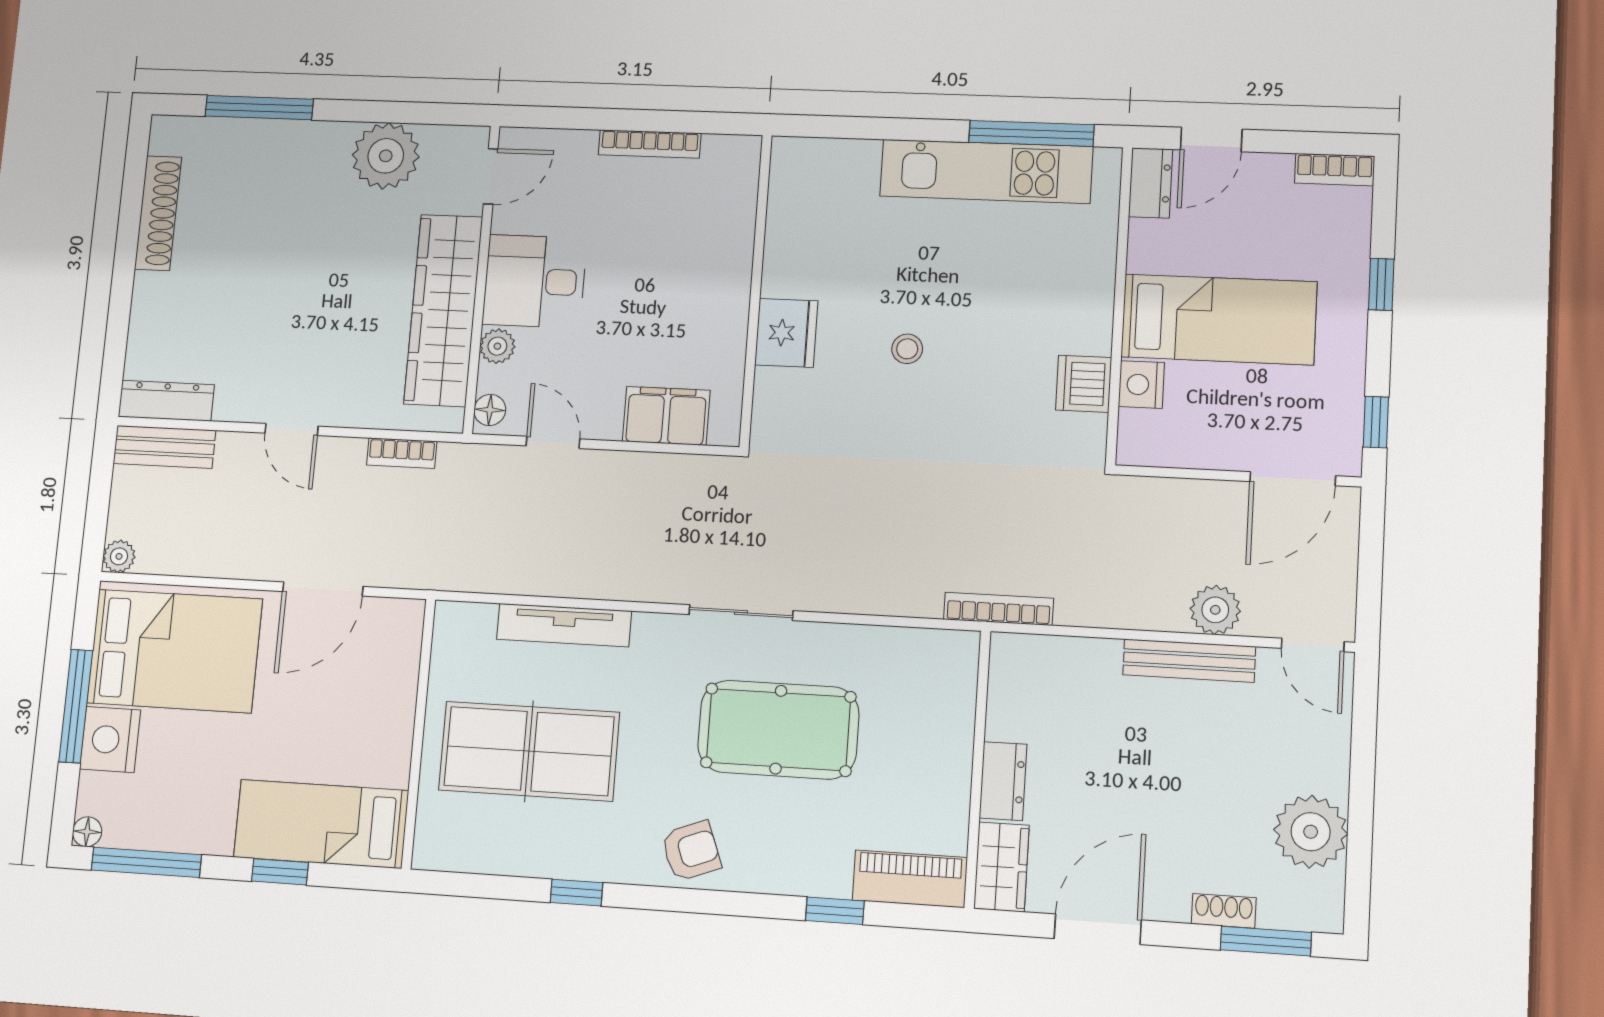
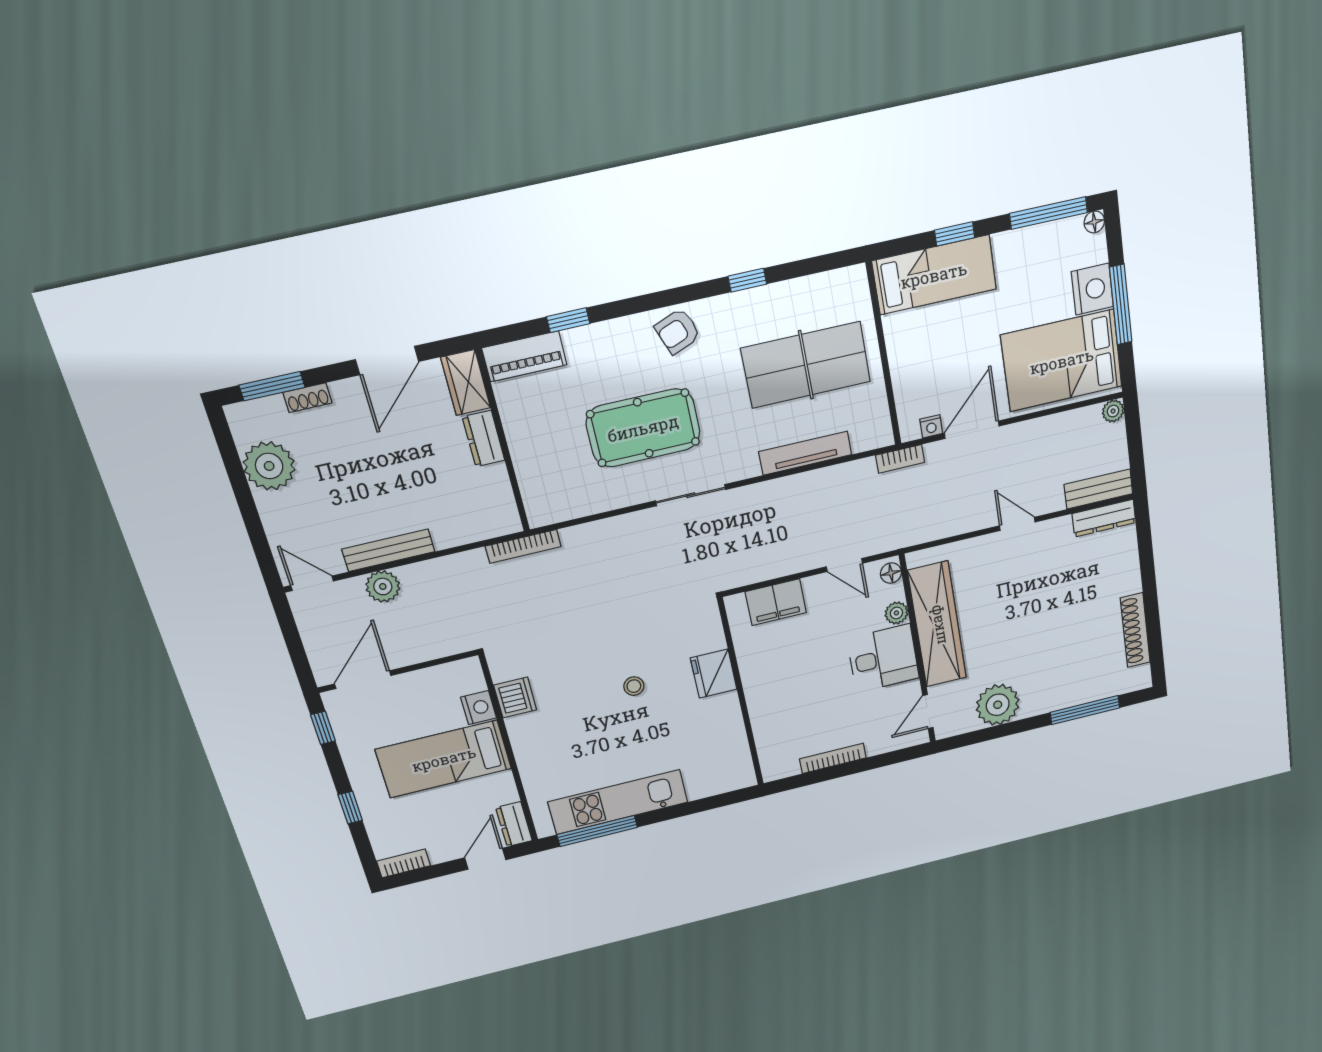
bookcase: (402, 453) -> (900, 459), moved, turned 180
nightstand: (378, 611) -> (931, 426), added

